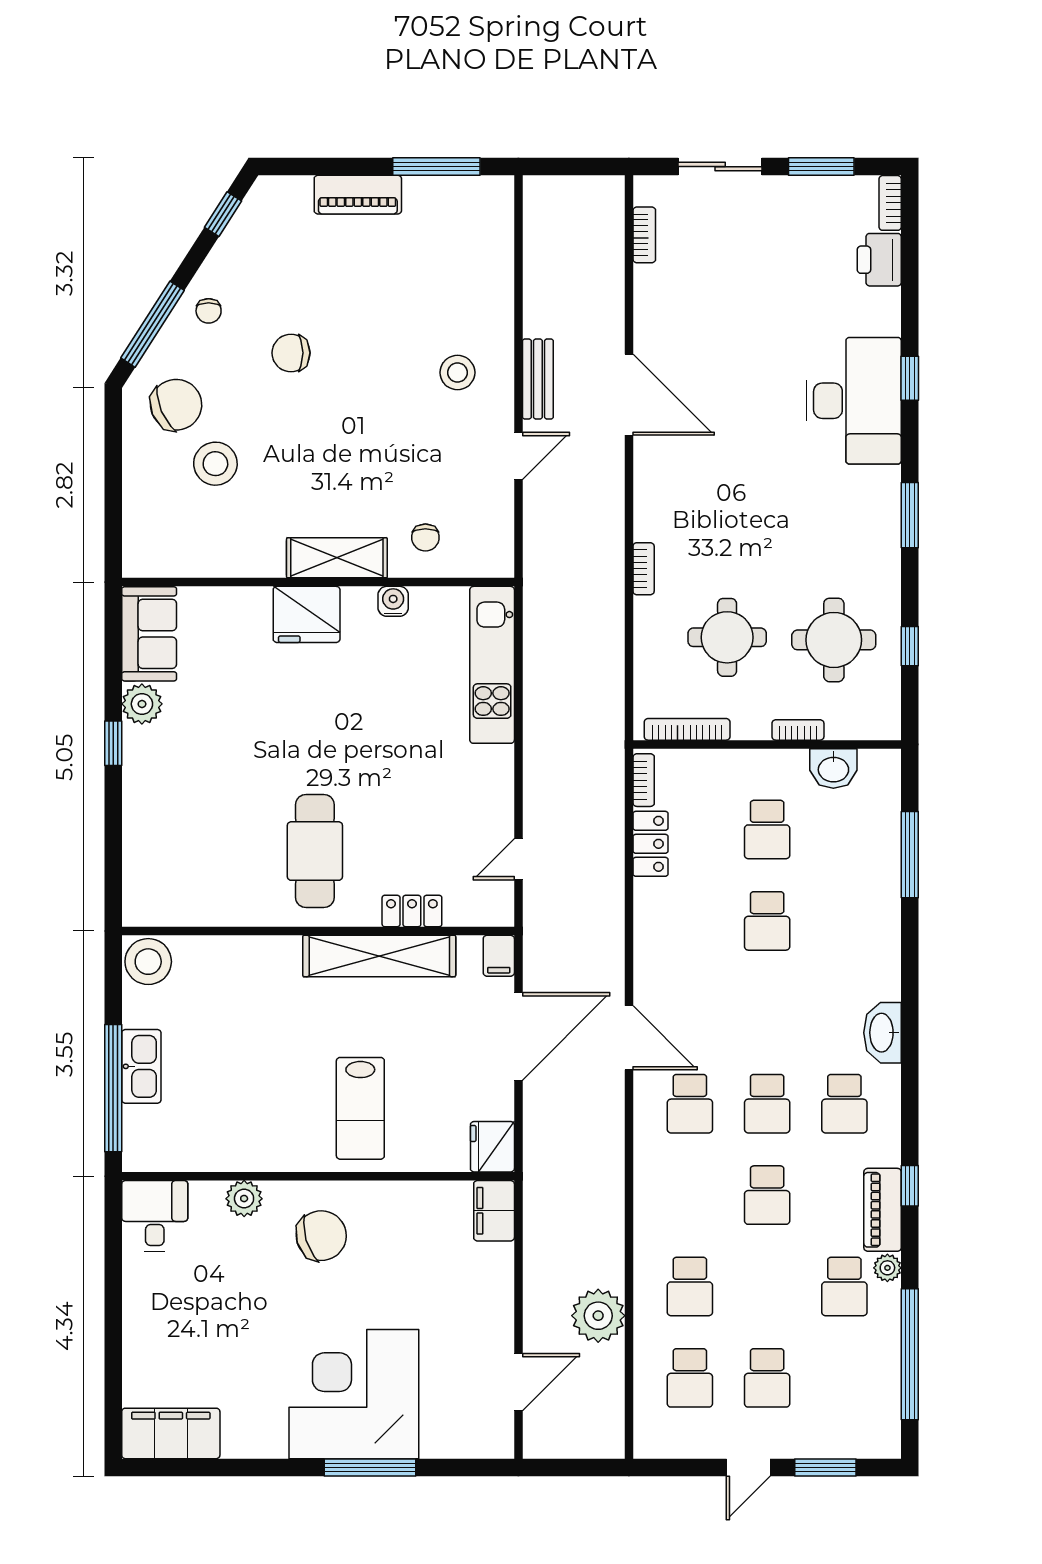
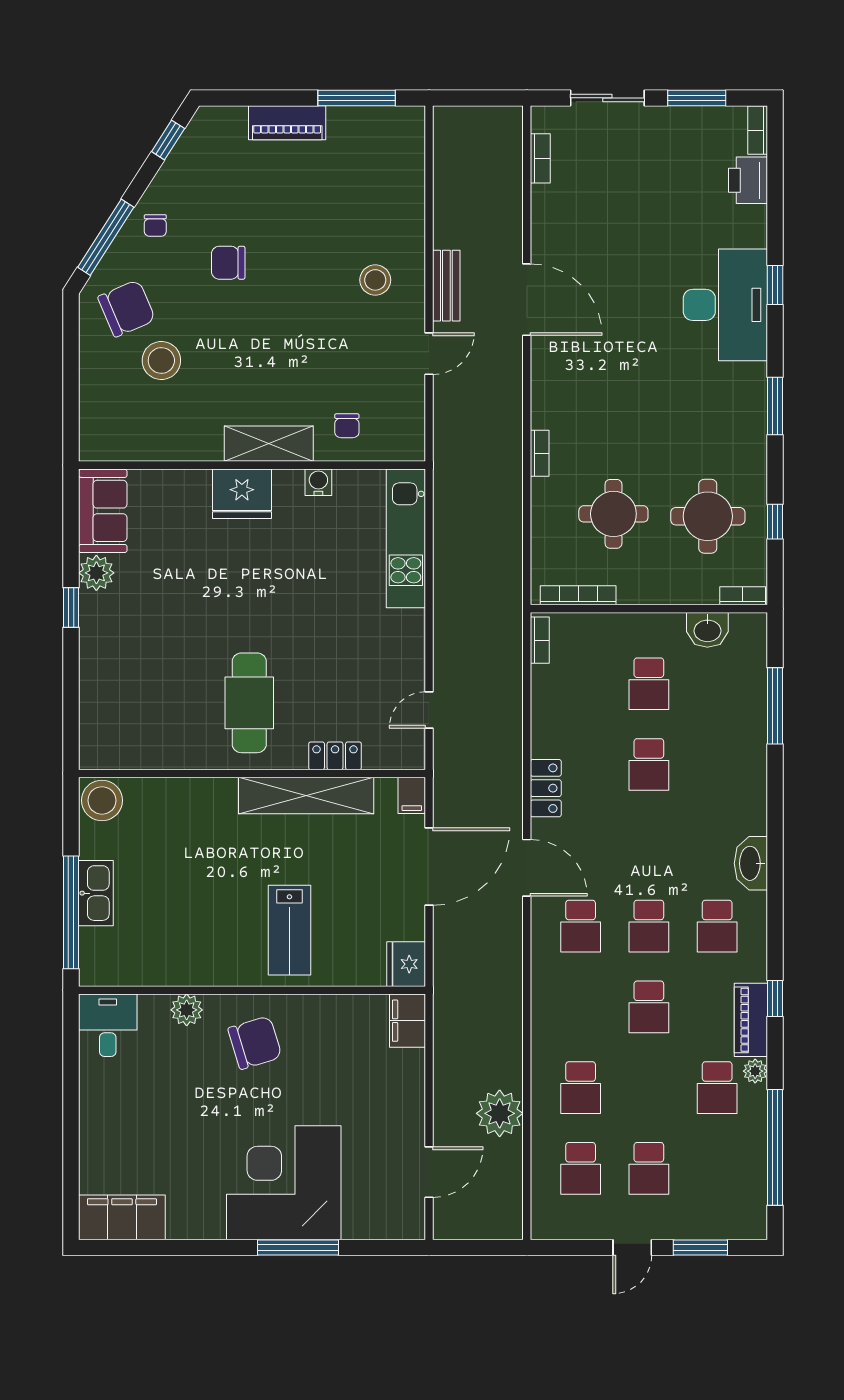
bookcase: (798, 730) -> (743, 596), moved
locker: (651, 844) -> (546, 788), moved

